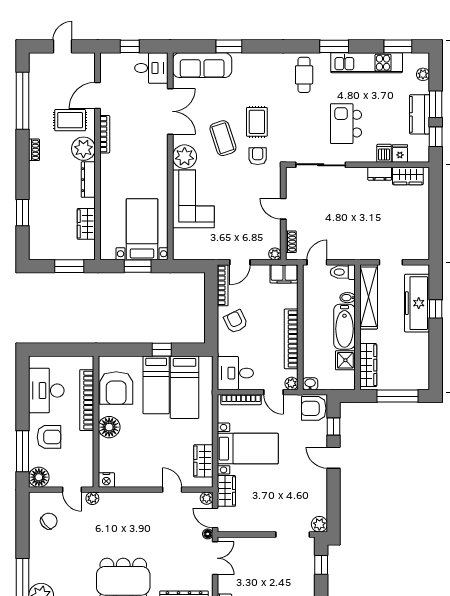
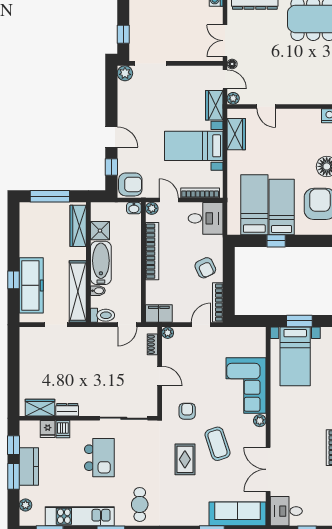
armchair: (258, 156) -> (187, 411), moved, turned 180
plant: (185, 157) -> (260, 421), width x0.53, depth x0.53

